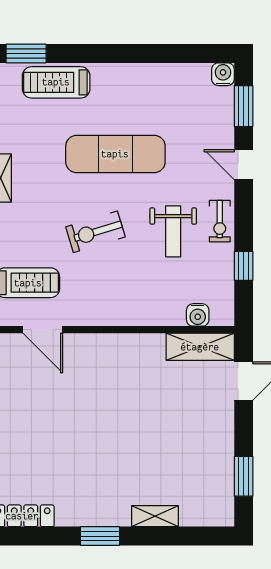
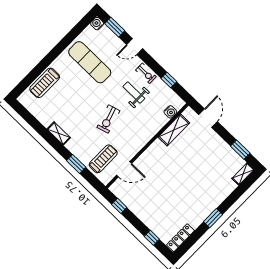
window: (26, 54) -> (25, 84), removed
exercise mat: (115, 154) -> (90, 62), moved, turned 90
weight bench: (173, 231) -> (134, 92), turned 180
shelving: (200, 347) -> (174, 130), moved
shelving: (155, 516) -> (243, 174), moved

